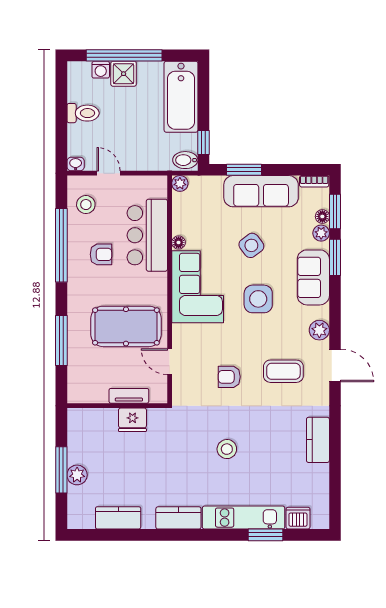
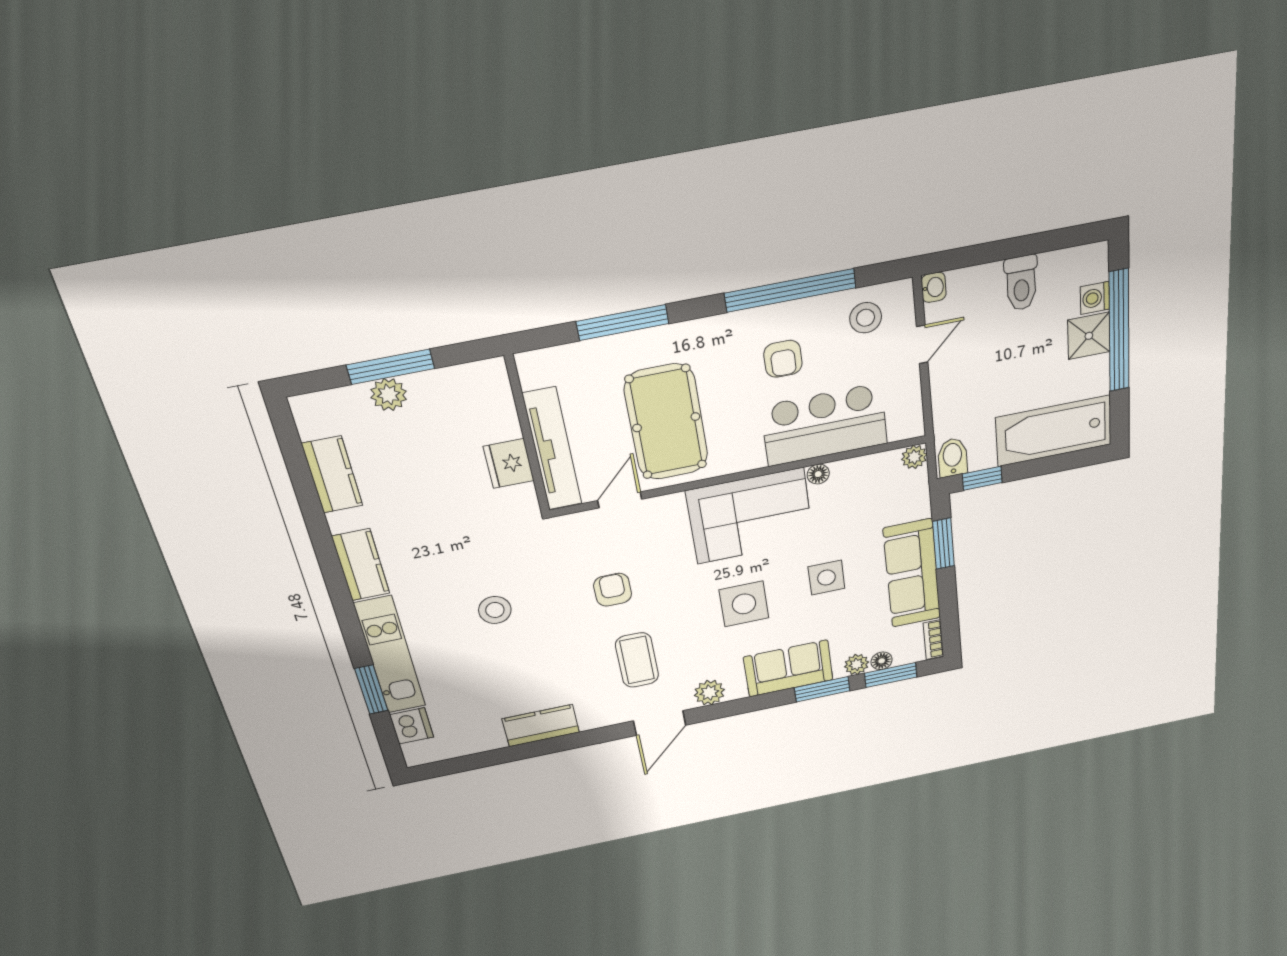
side table: (251, 245) -> (826, 578), turned 37
tv unit: (129, 396) -> (552, 449), width x1.92, depth x1.29

